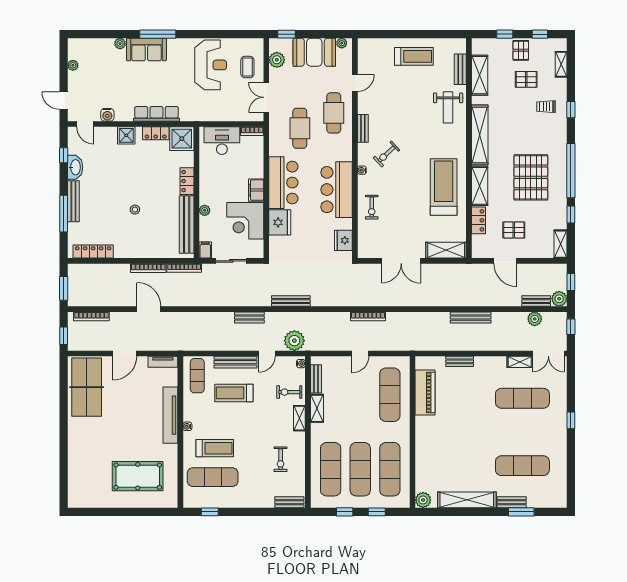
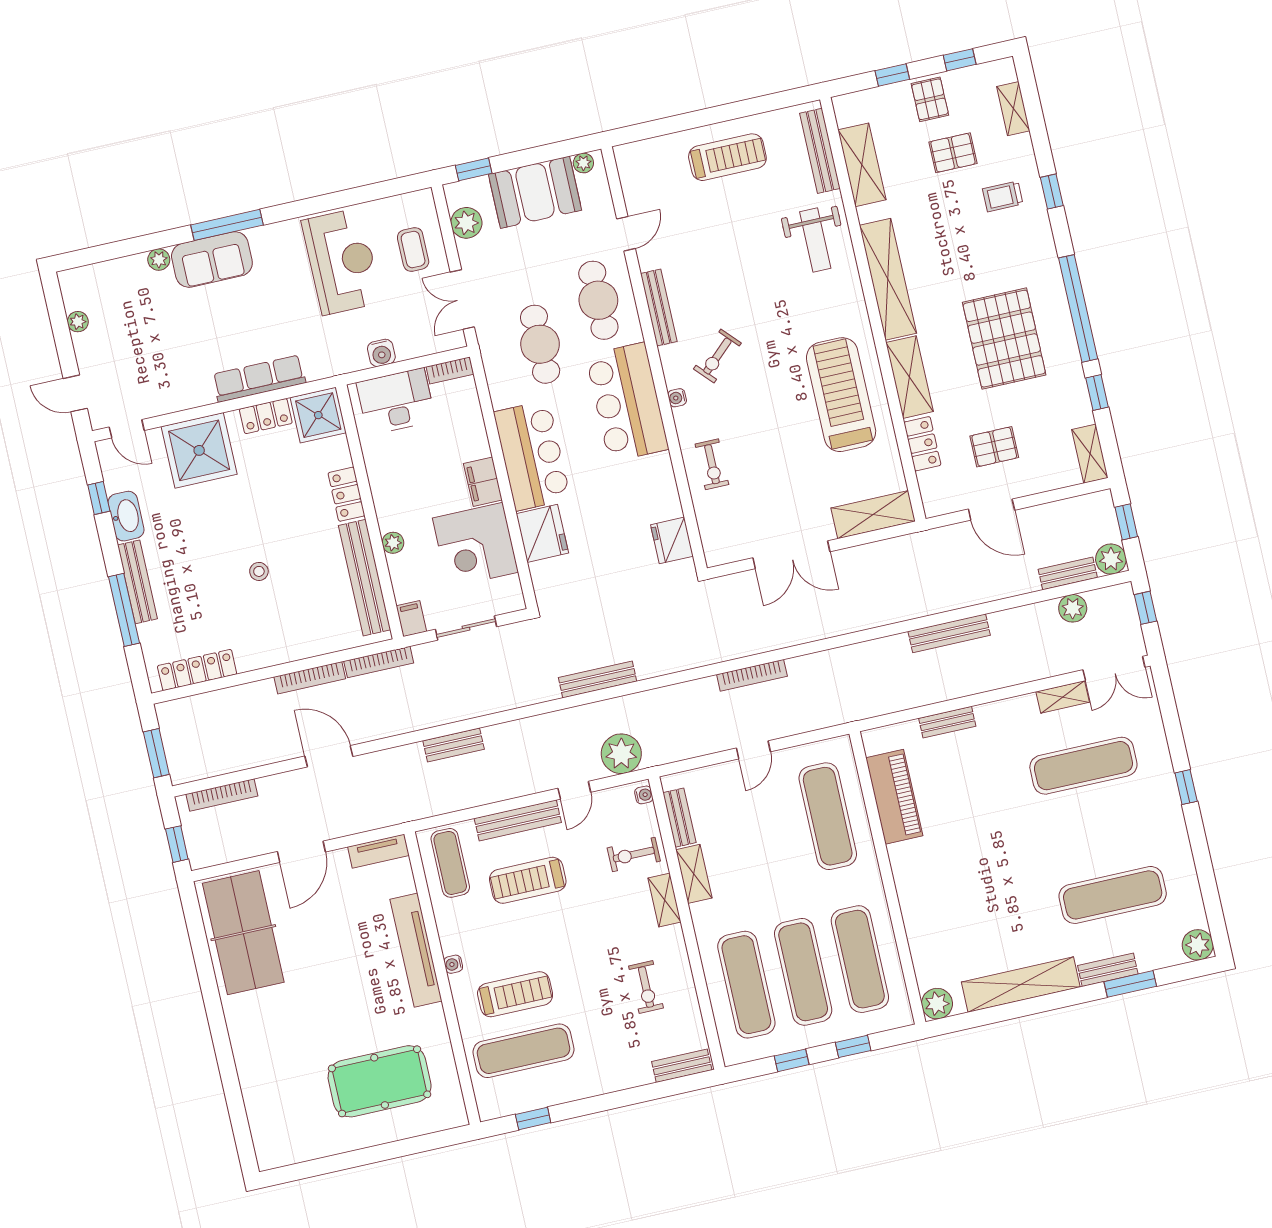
bench: (460, 69) -> (820, 151), width x1.36
water cooler: (107, 115) -> (381, 353), moved
bench: (363, 128) -> (659, 307), width x1.36
shower: (126, 135) -> (199, 450), width x1.86, depth x1.86
bar counter: (337, 190) -> (627, 402), moved
bench: (249, 317) -> (454, 745), moved
plant: (559, 500) -> (1198, 945), added

